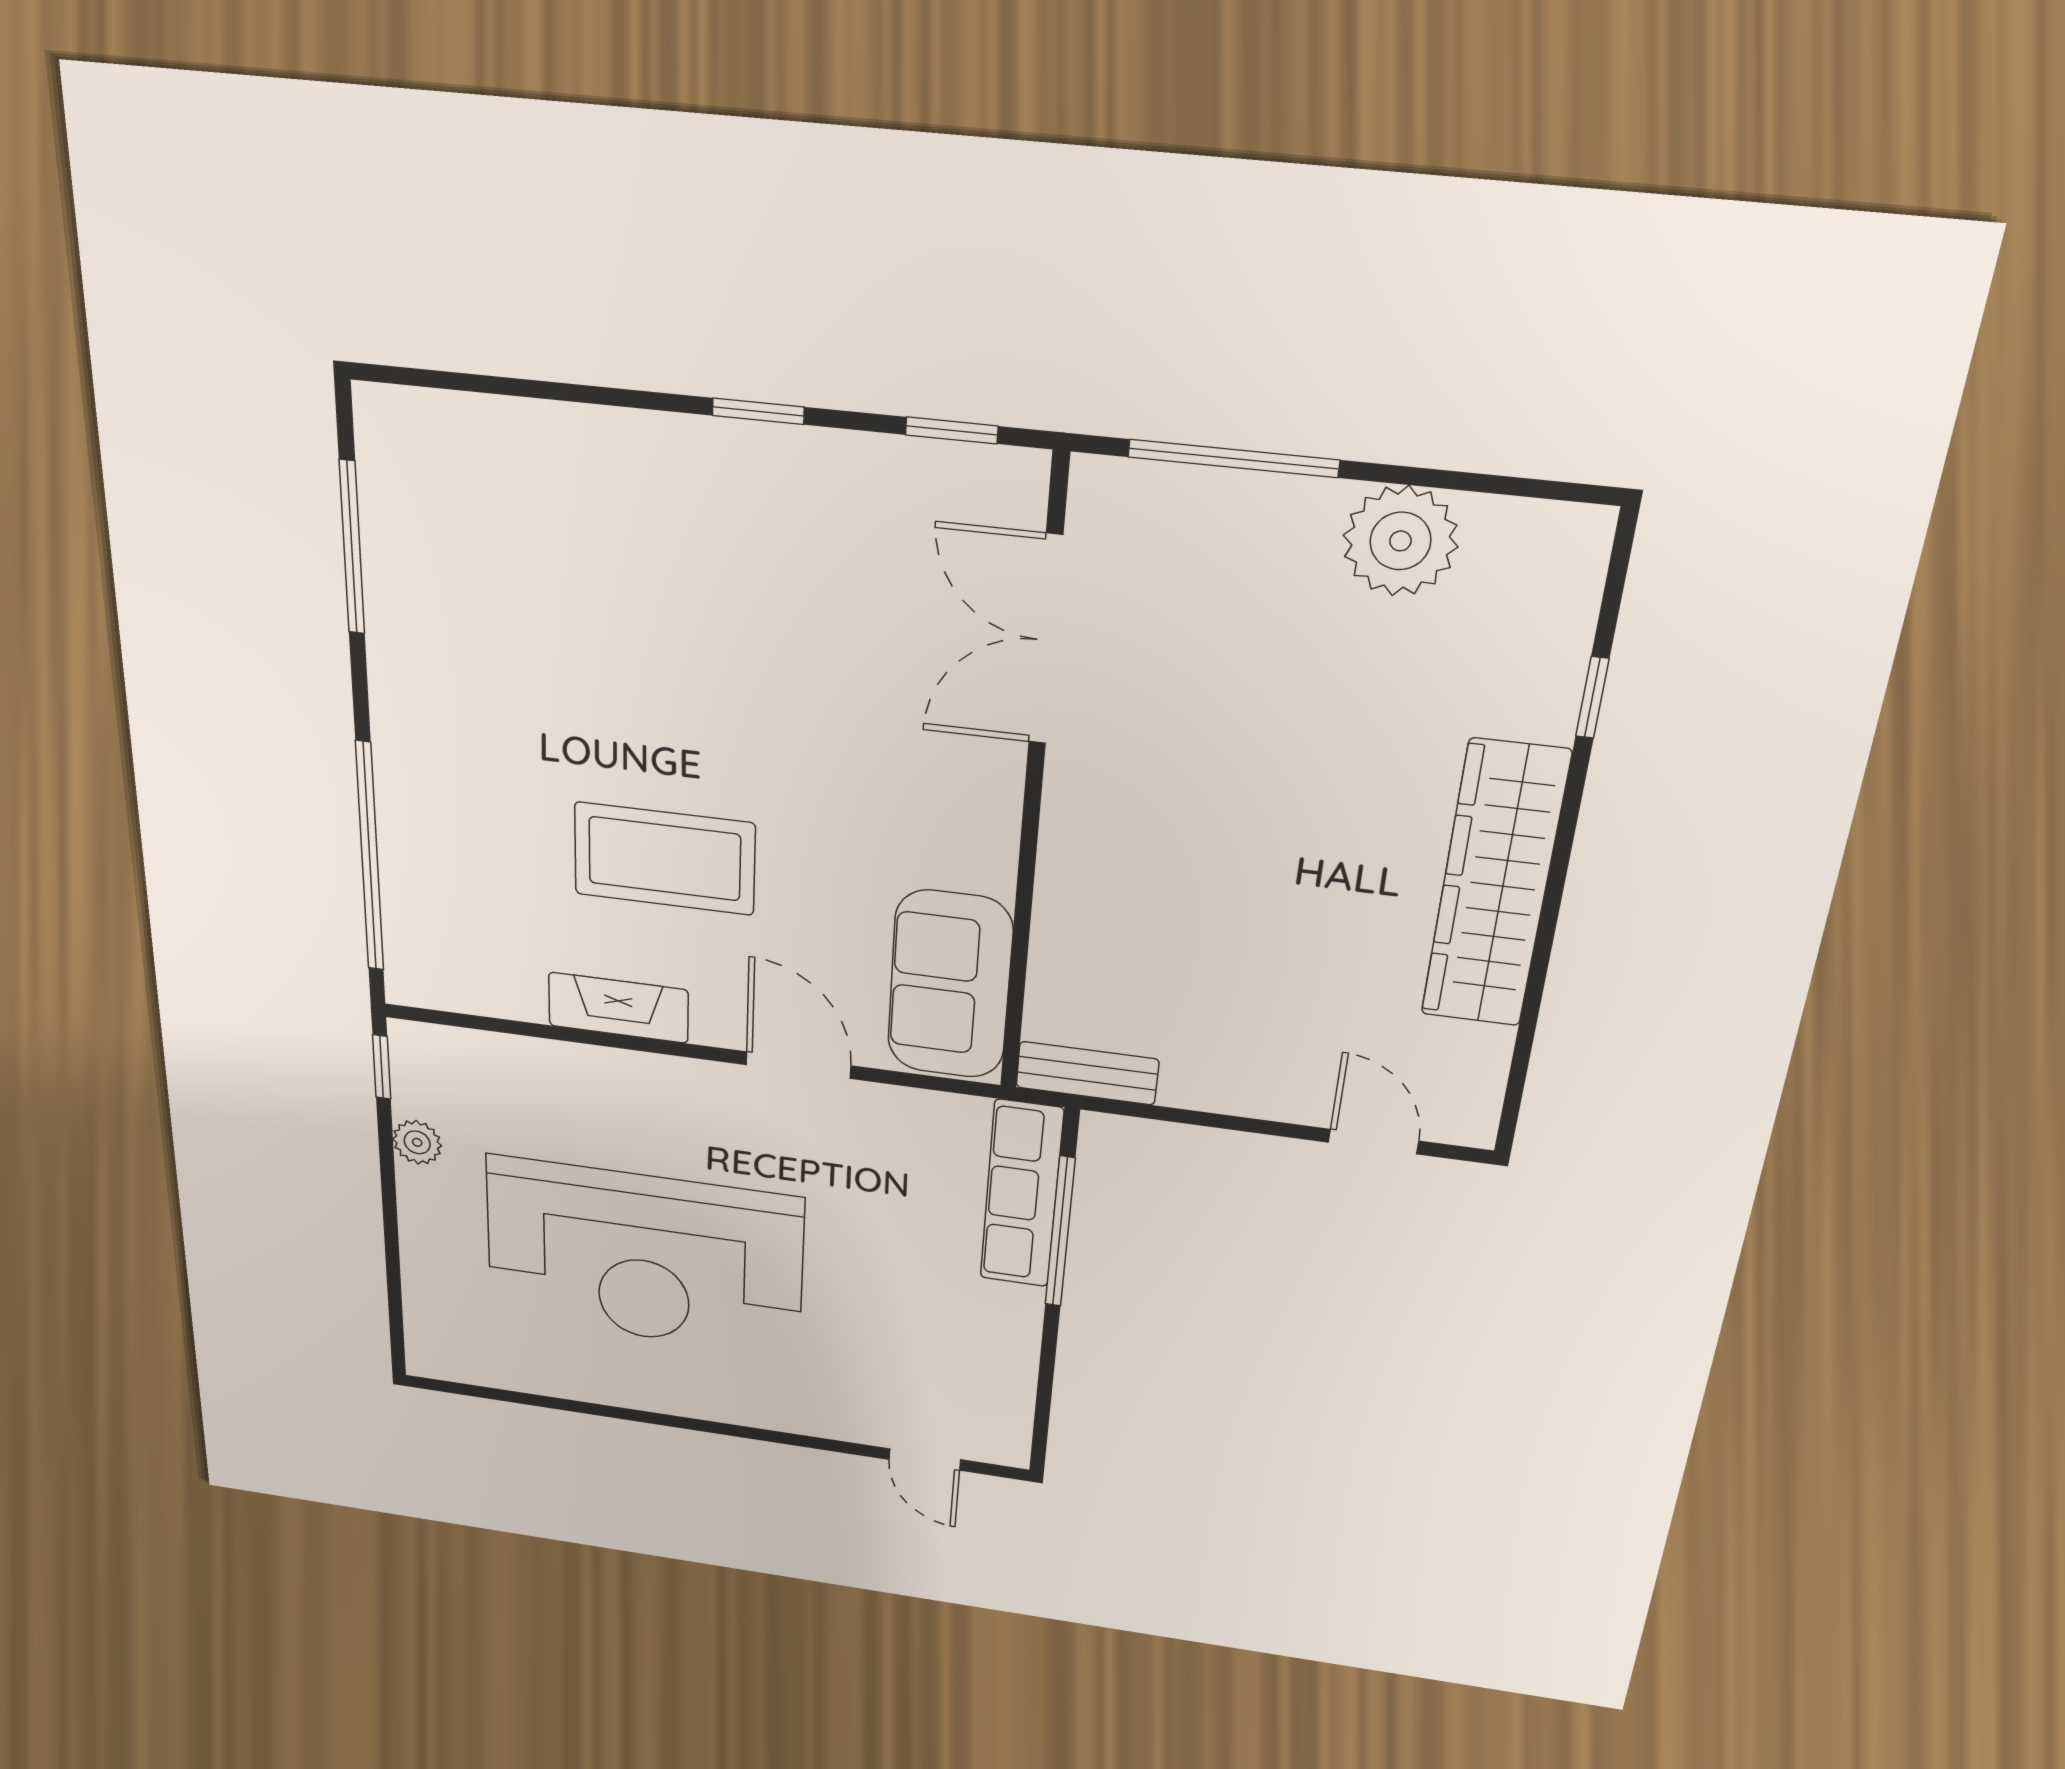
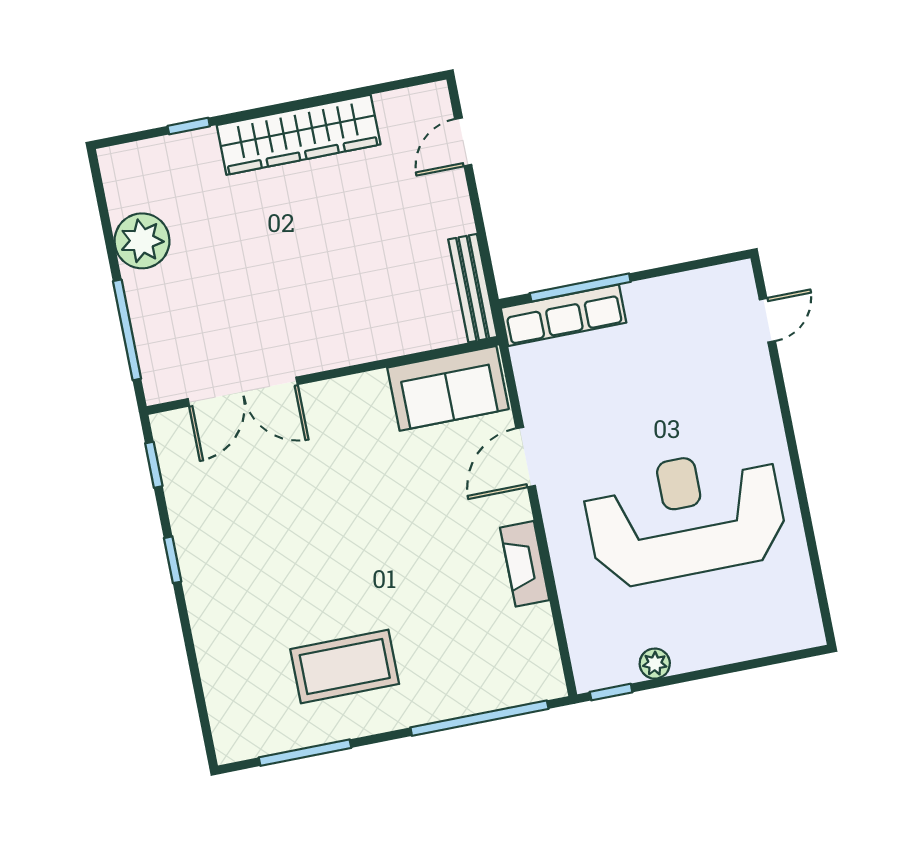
coffee table: (664, 859) -> (345, 667), moved, turned 90
bench: (1087, 1073) -> (473, 288), width x1.36
reception desk: (644, 1257) -> (685, 517), turned -90

